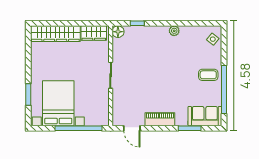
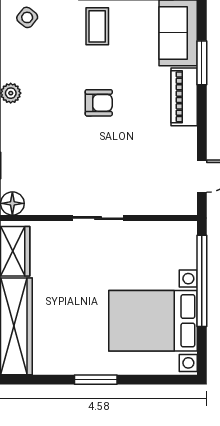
armchair: (169, 76) -> (99, 103), added
window: (28, 95) -> (96, 380), moved
piano: (160, 119) -> (184, 97), moved

